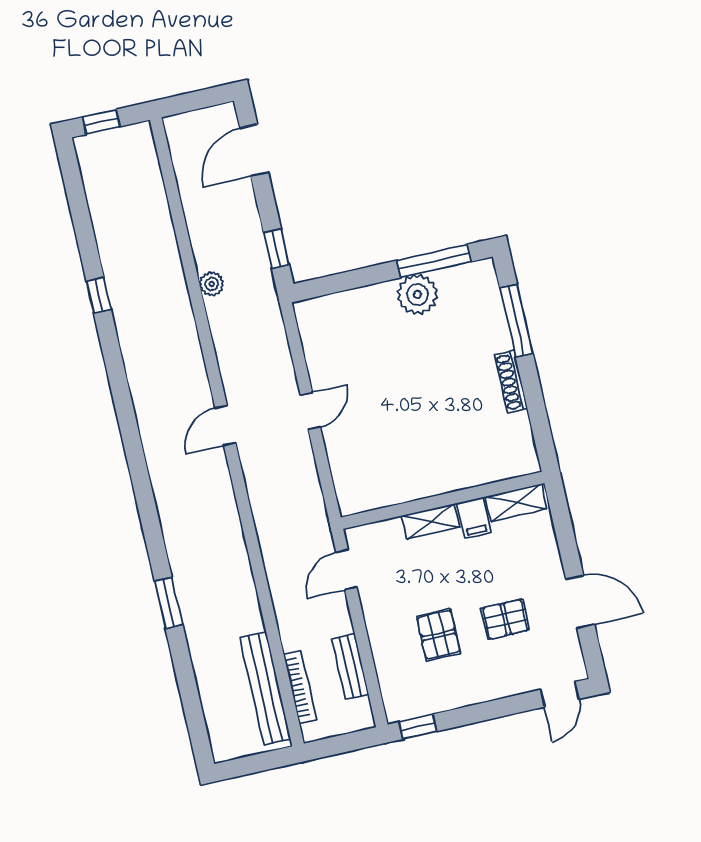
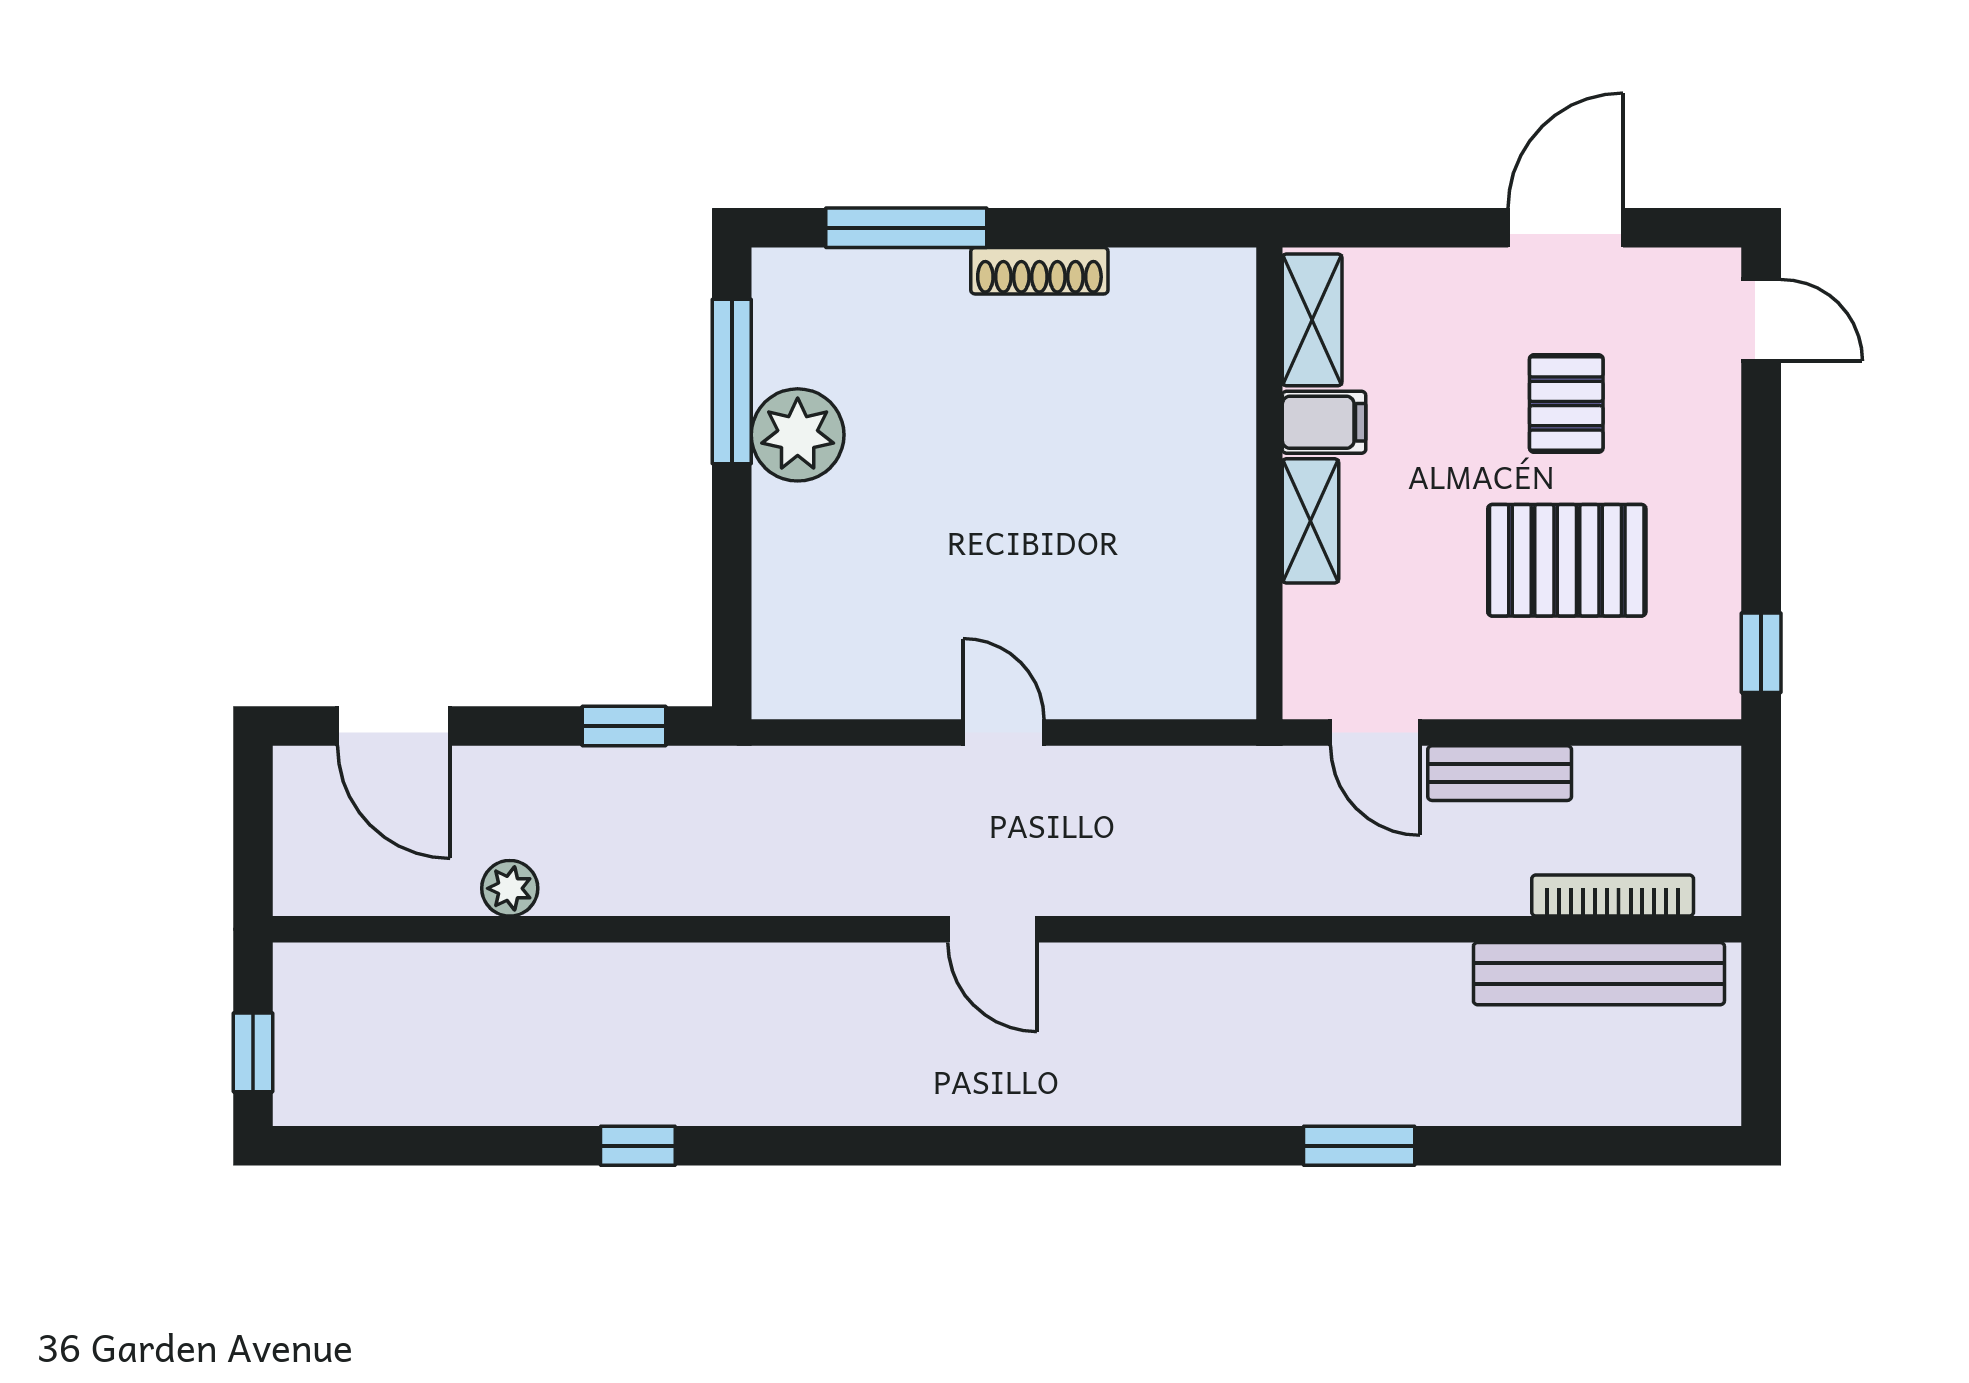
plant: (212, 284) -> (510, 888), moved
pallet: (439, 635) -> (1567, 560), width x1.50, depth x1.42
bench: (350, 667) -> (1500, 773), moved

